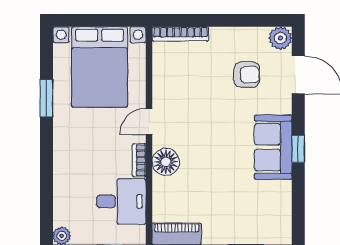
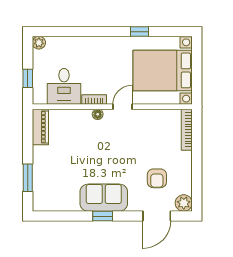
window: (46, 98) -> (140, 32), width x0.67
door: (149, 122) -> (123, 107), hinge flipped
floor lamp: (166, 162) -> (98, 114), width x0.53, depth x0.53

